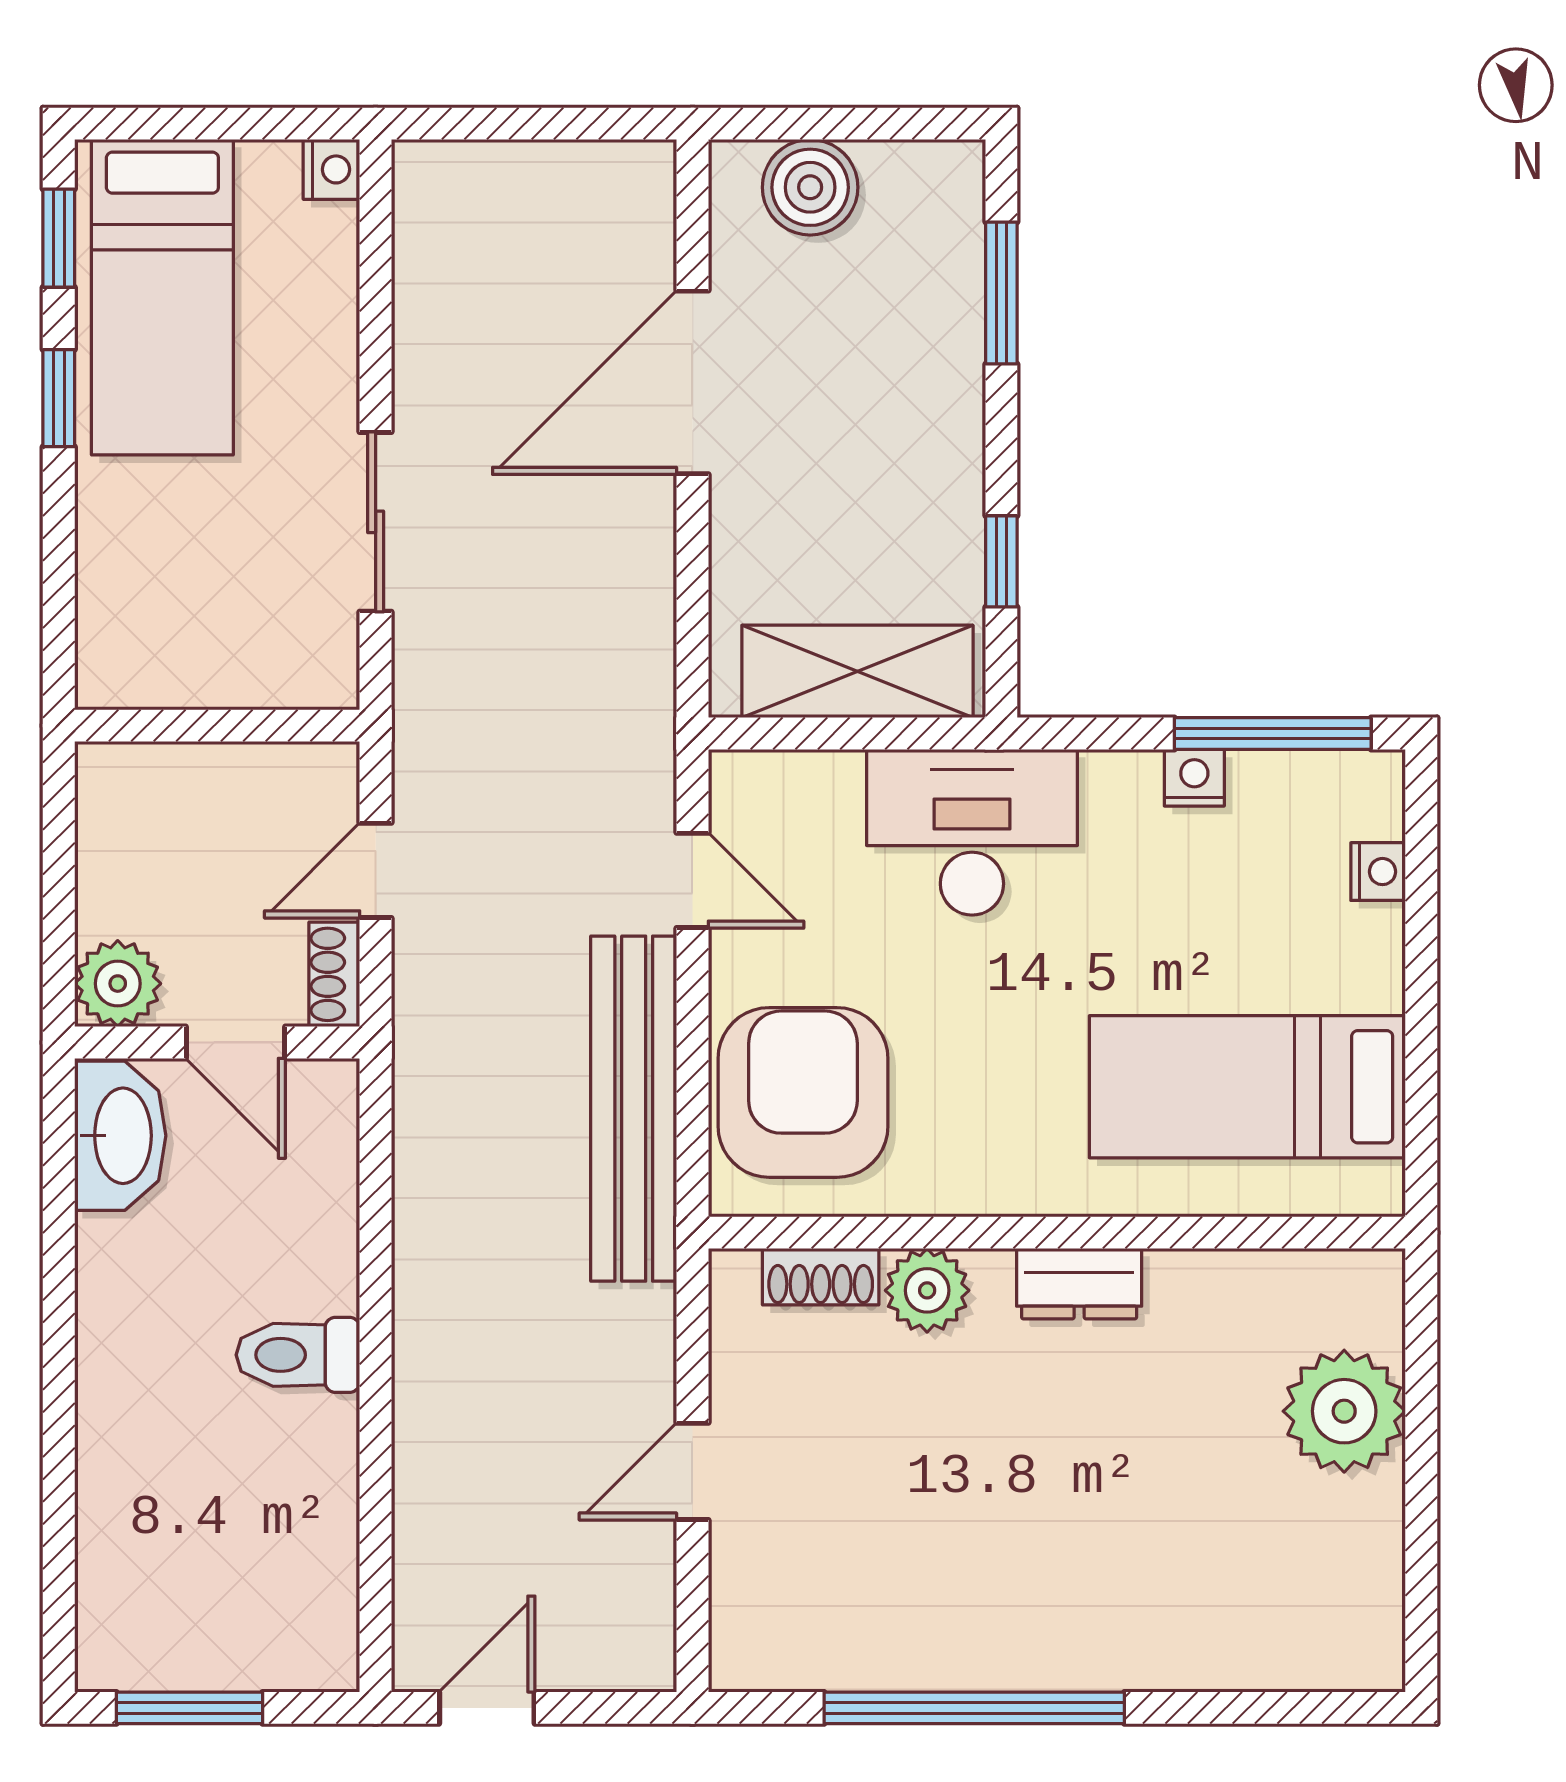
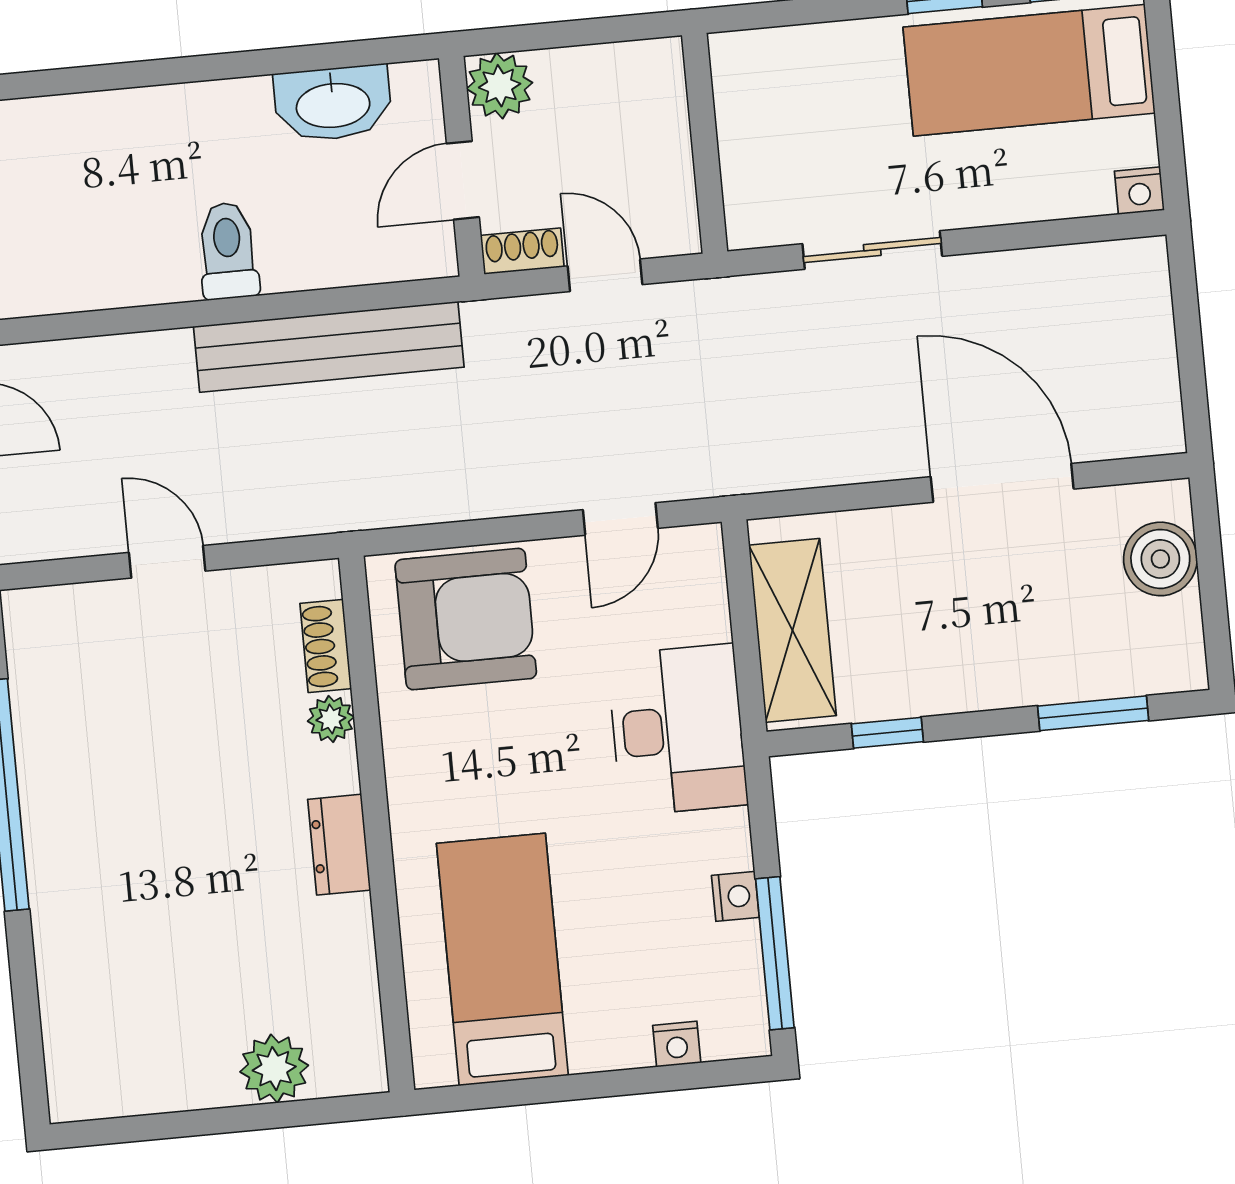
bench: (634, 1109) -> (329, 347), moved
washbasin: (120, 1136) -> (333, 103), moved
plant: (927, 1290) -> (331, 719), width x0.73, depth x0.73
plant: (1344, 1411) -> (274, 1069), width x0.73, depth x0.73

